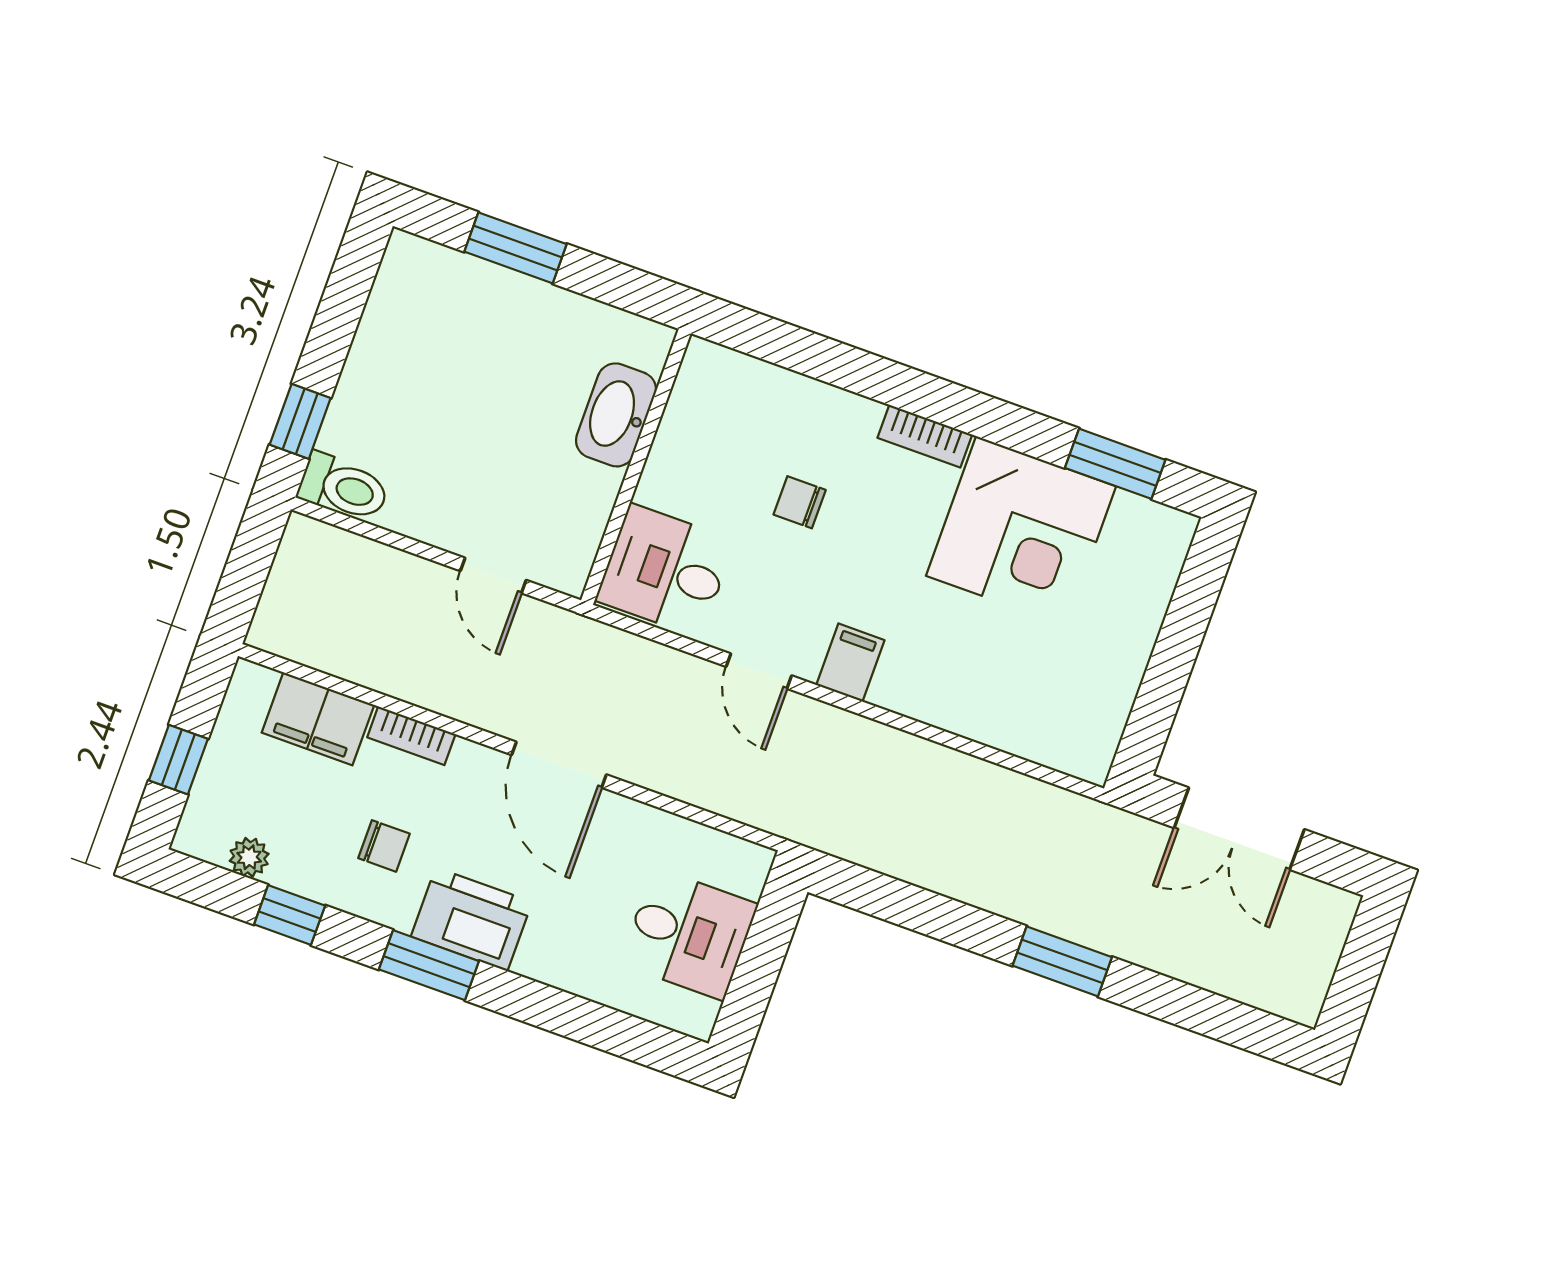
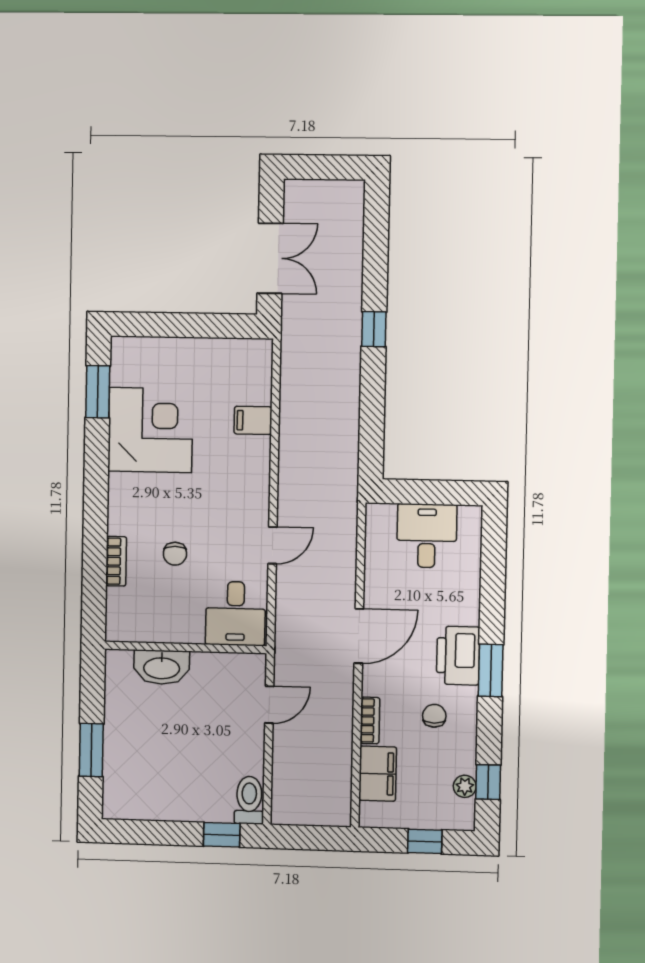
bookcase: (925, 436) -> (116, 561), moved
filing cabinet: (850, 663) -> (253, 420), moved
window: (290, 915) -> (488, 782), moved
window: (1062, 961) -> (374, 329), width x0.67

